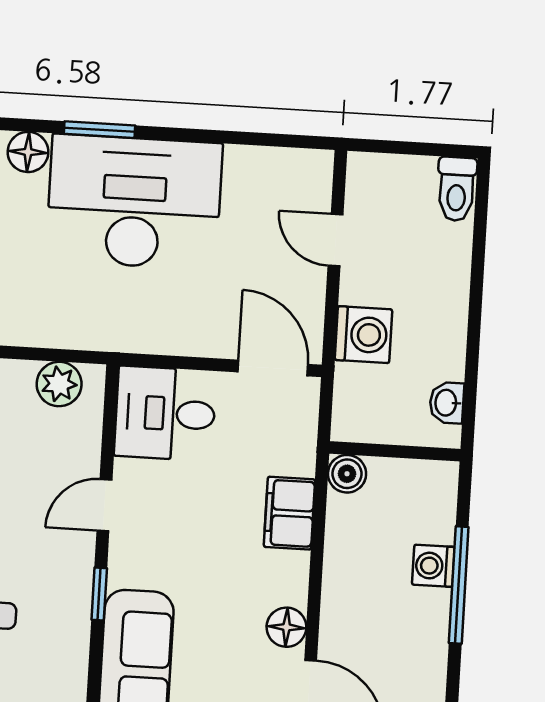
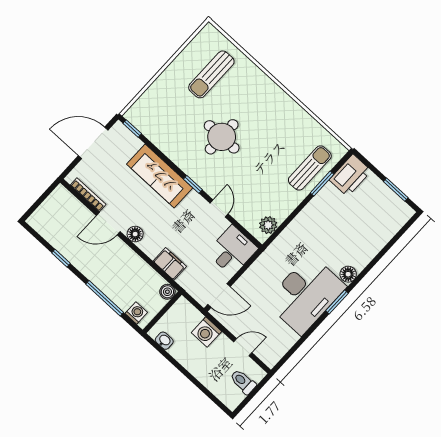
toilet: (457, 189) -> (243, 382), moved
washing machine: (433, 566) -> (136, 313), moved

